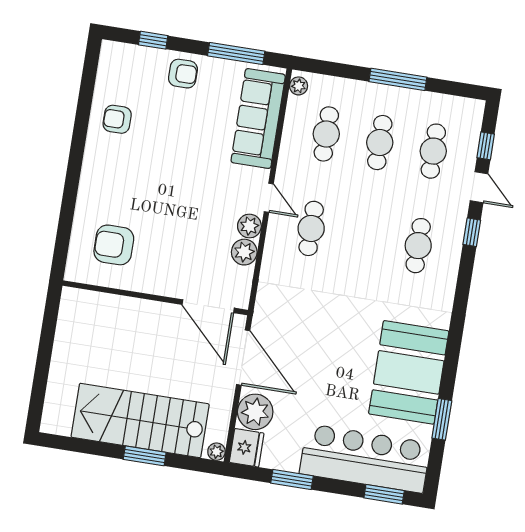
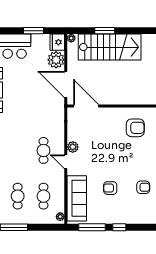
window: (153, 40) -> (119, 227), moved
armchair: (183, 74) -> (110, 188), moved
plant: (244, 252) -> (73, 134), removed

